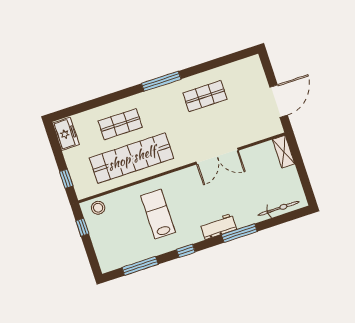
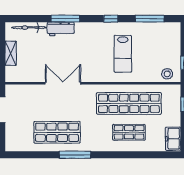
window: (161, 81) -> (75, 155), moved
shop shelf: (205, 96) -> (57, 132), width x1.43, depth x1.36
shelving: (284, 152) -> (11, 53), moved
workbench: (218, 227) -> (61, 29), moved

